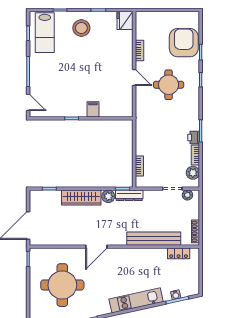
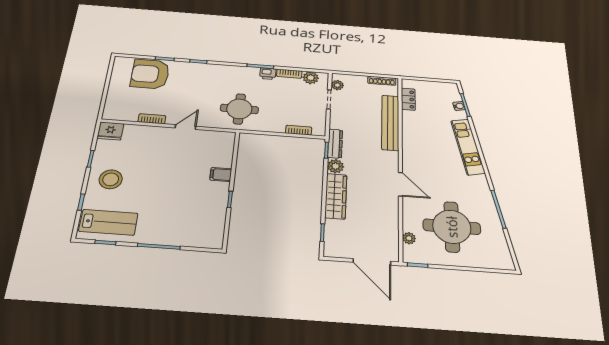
round table: (169, 85) -> (239, 109), moved
door: (28, 102) -> (202, 250), removed
plant: (50, 253) -> (409, 238), added

